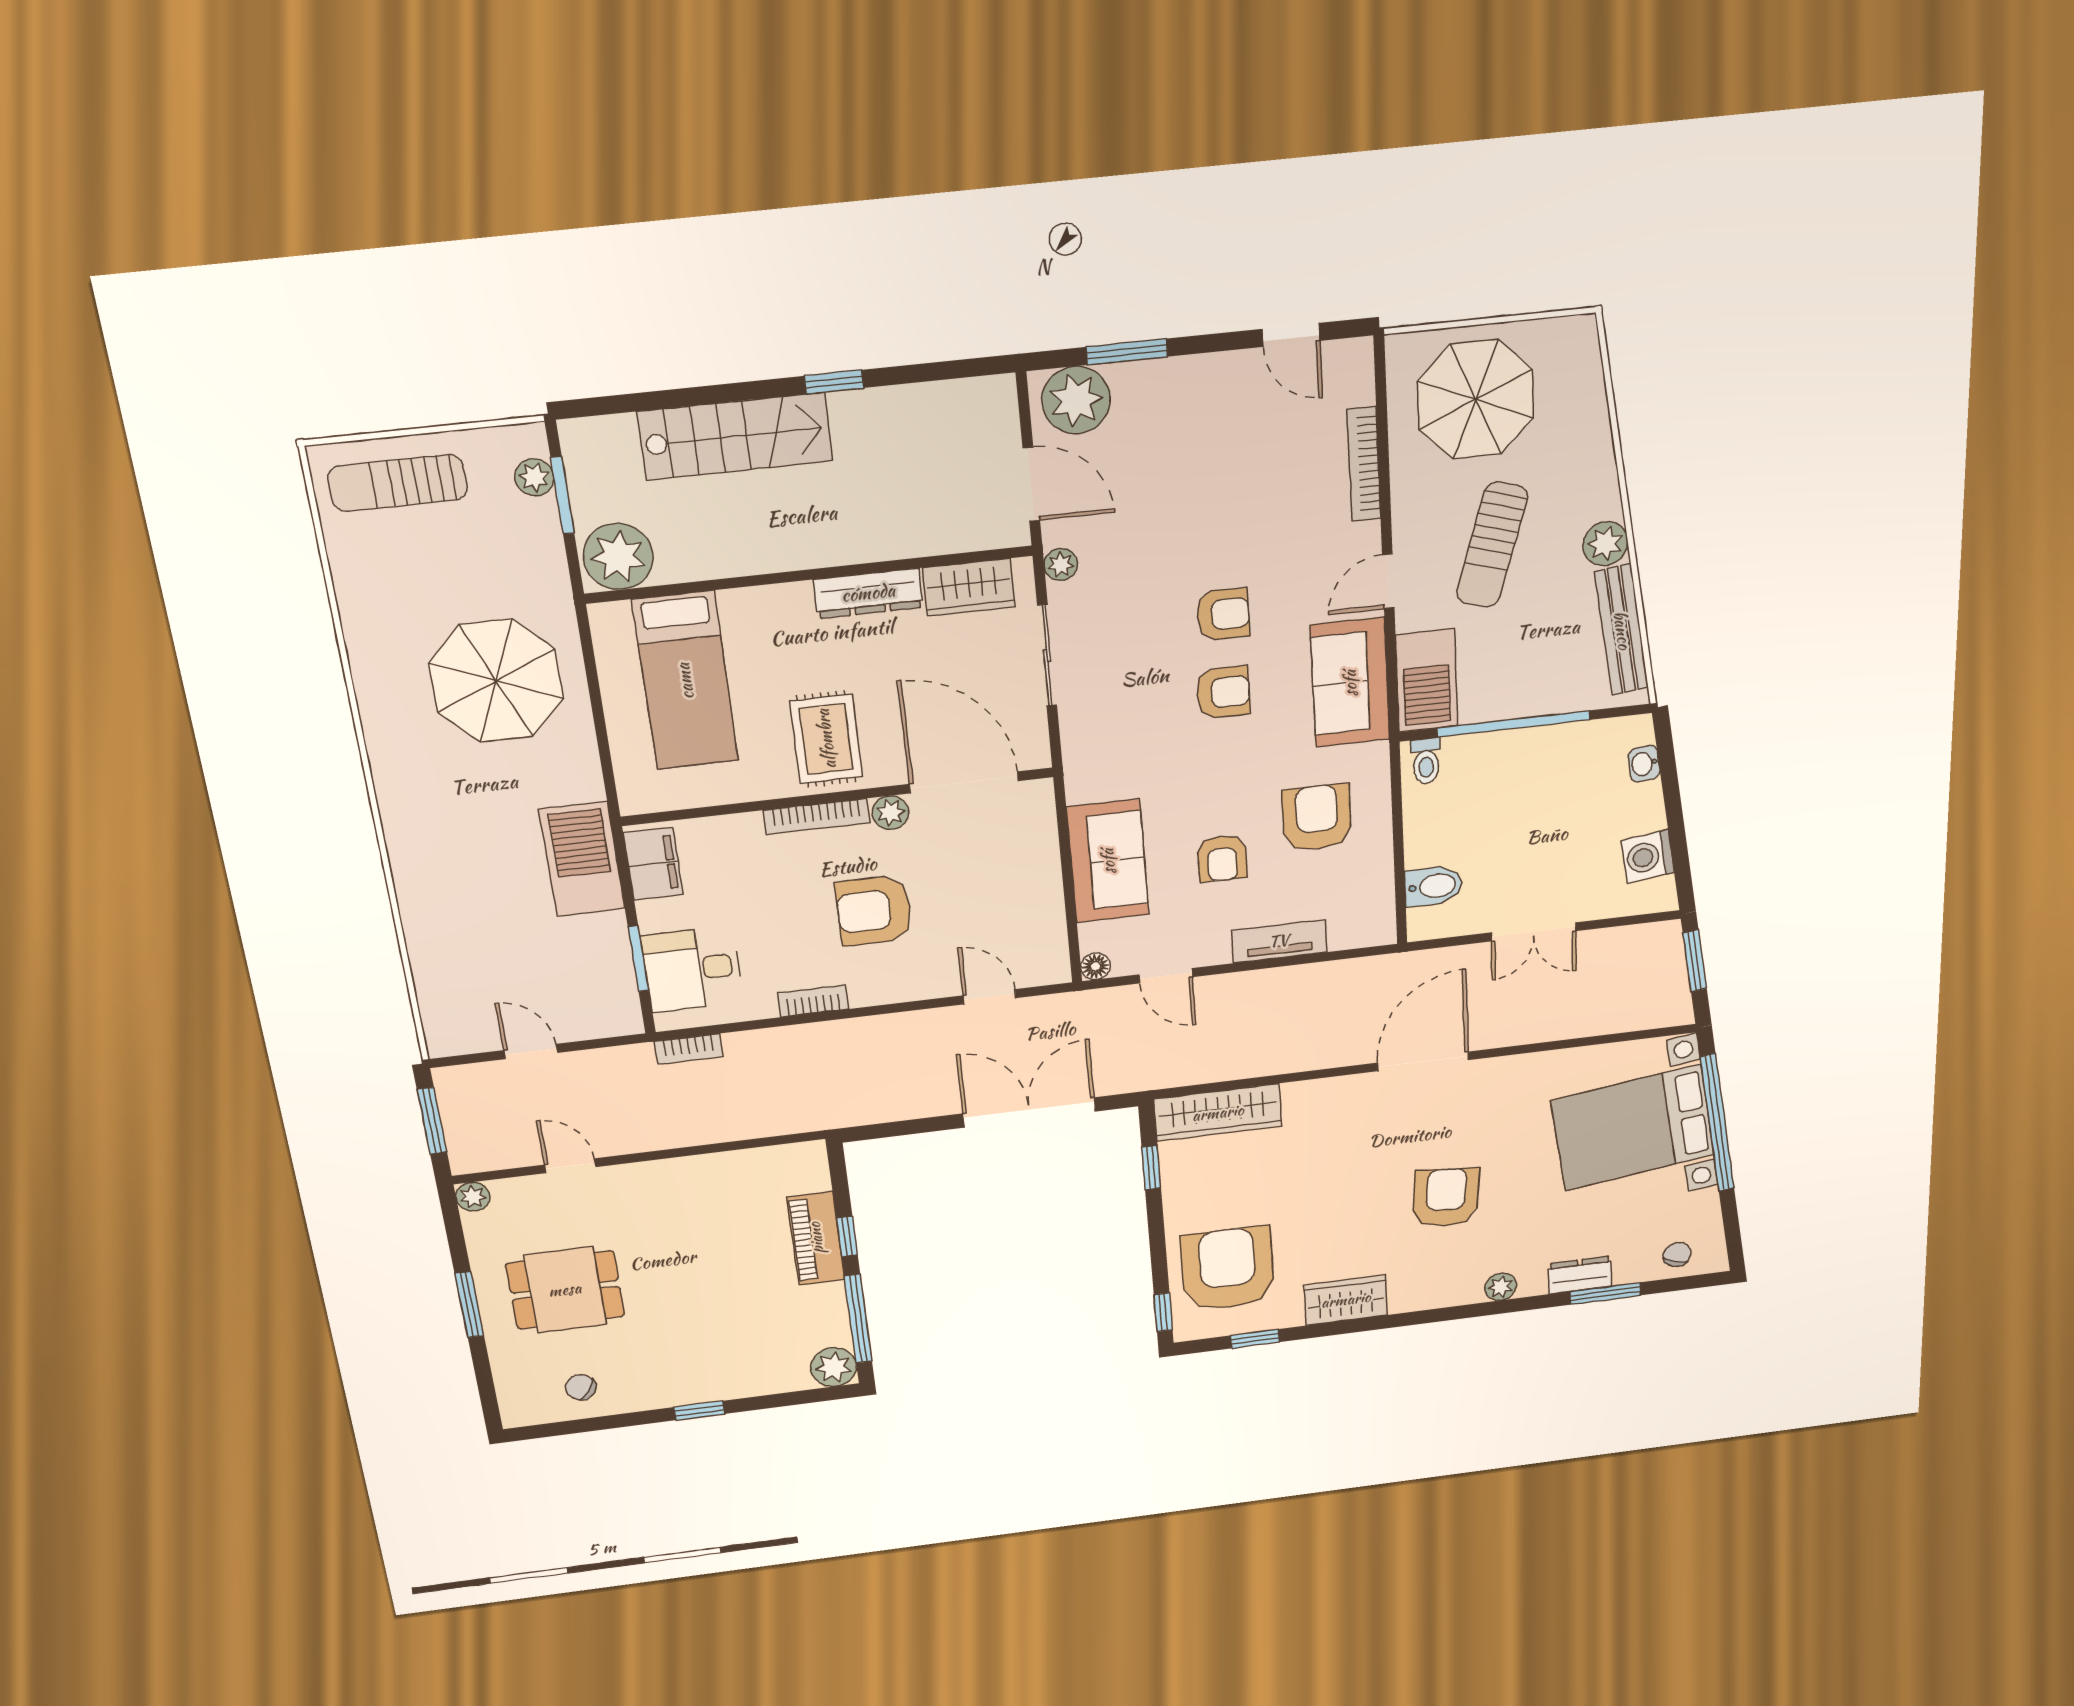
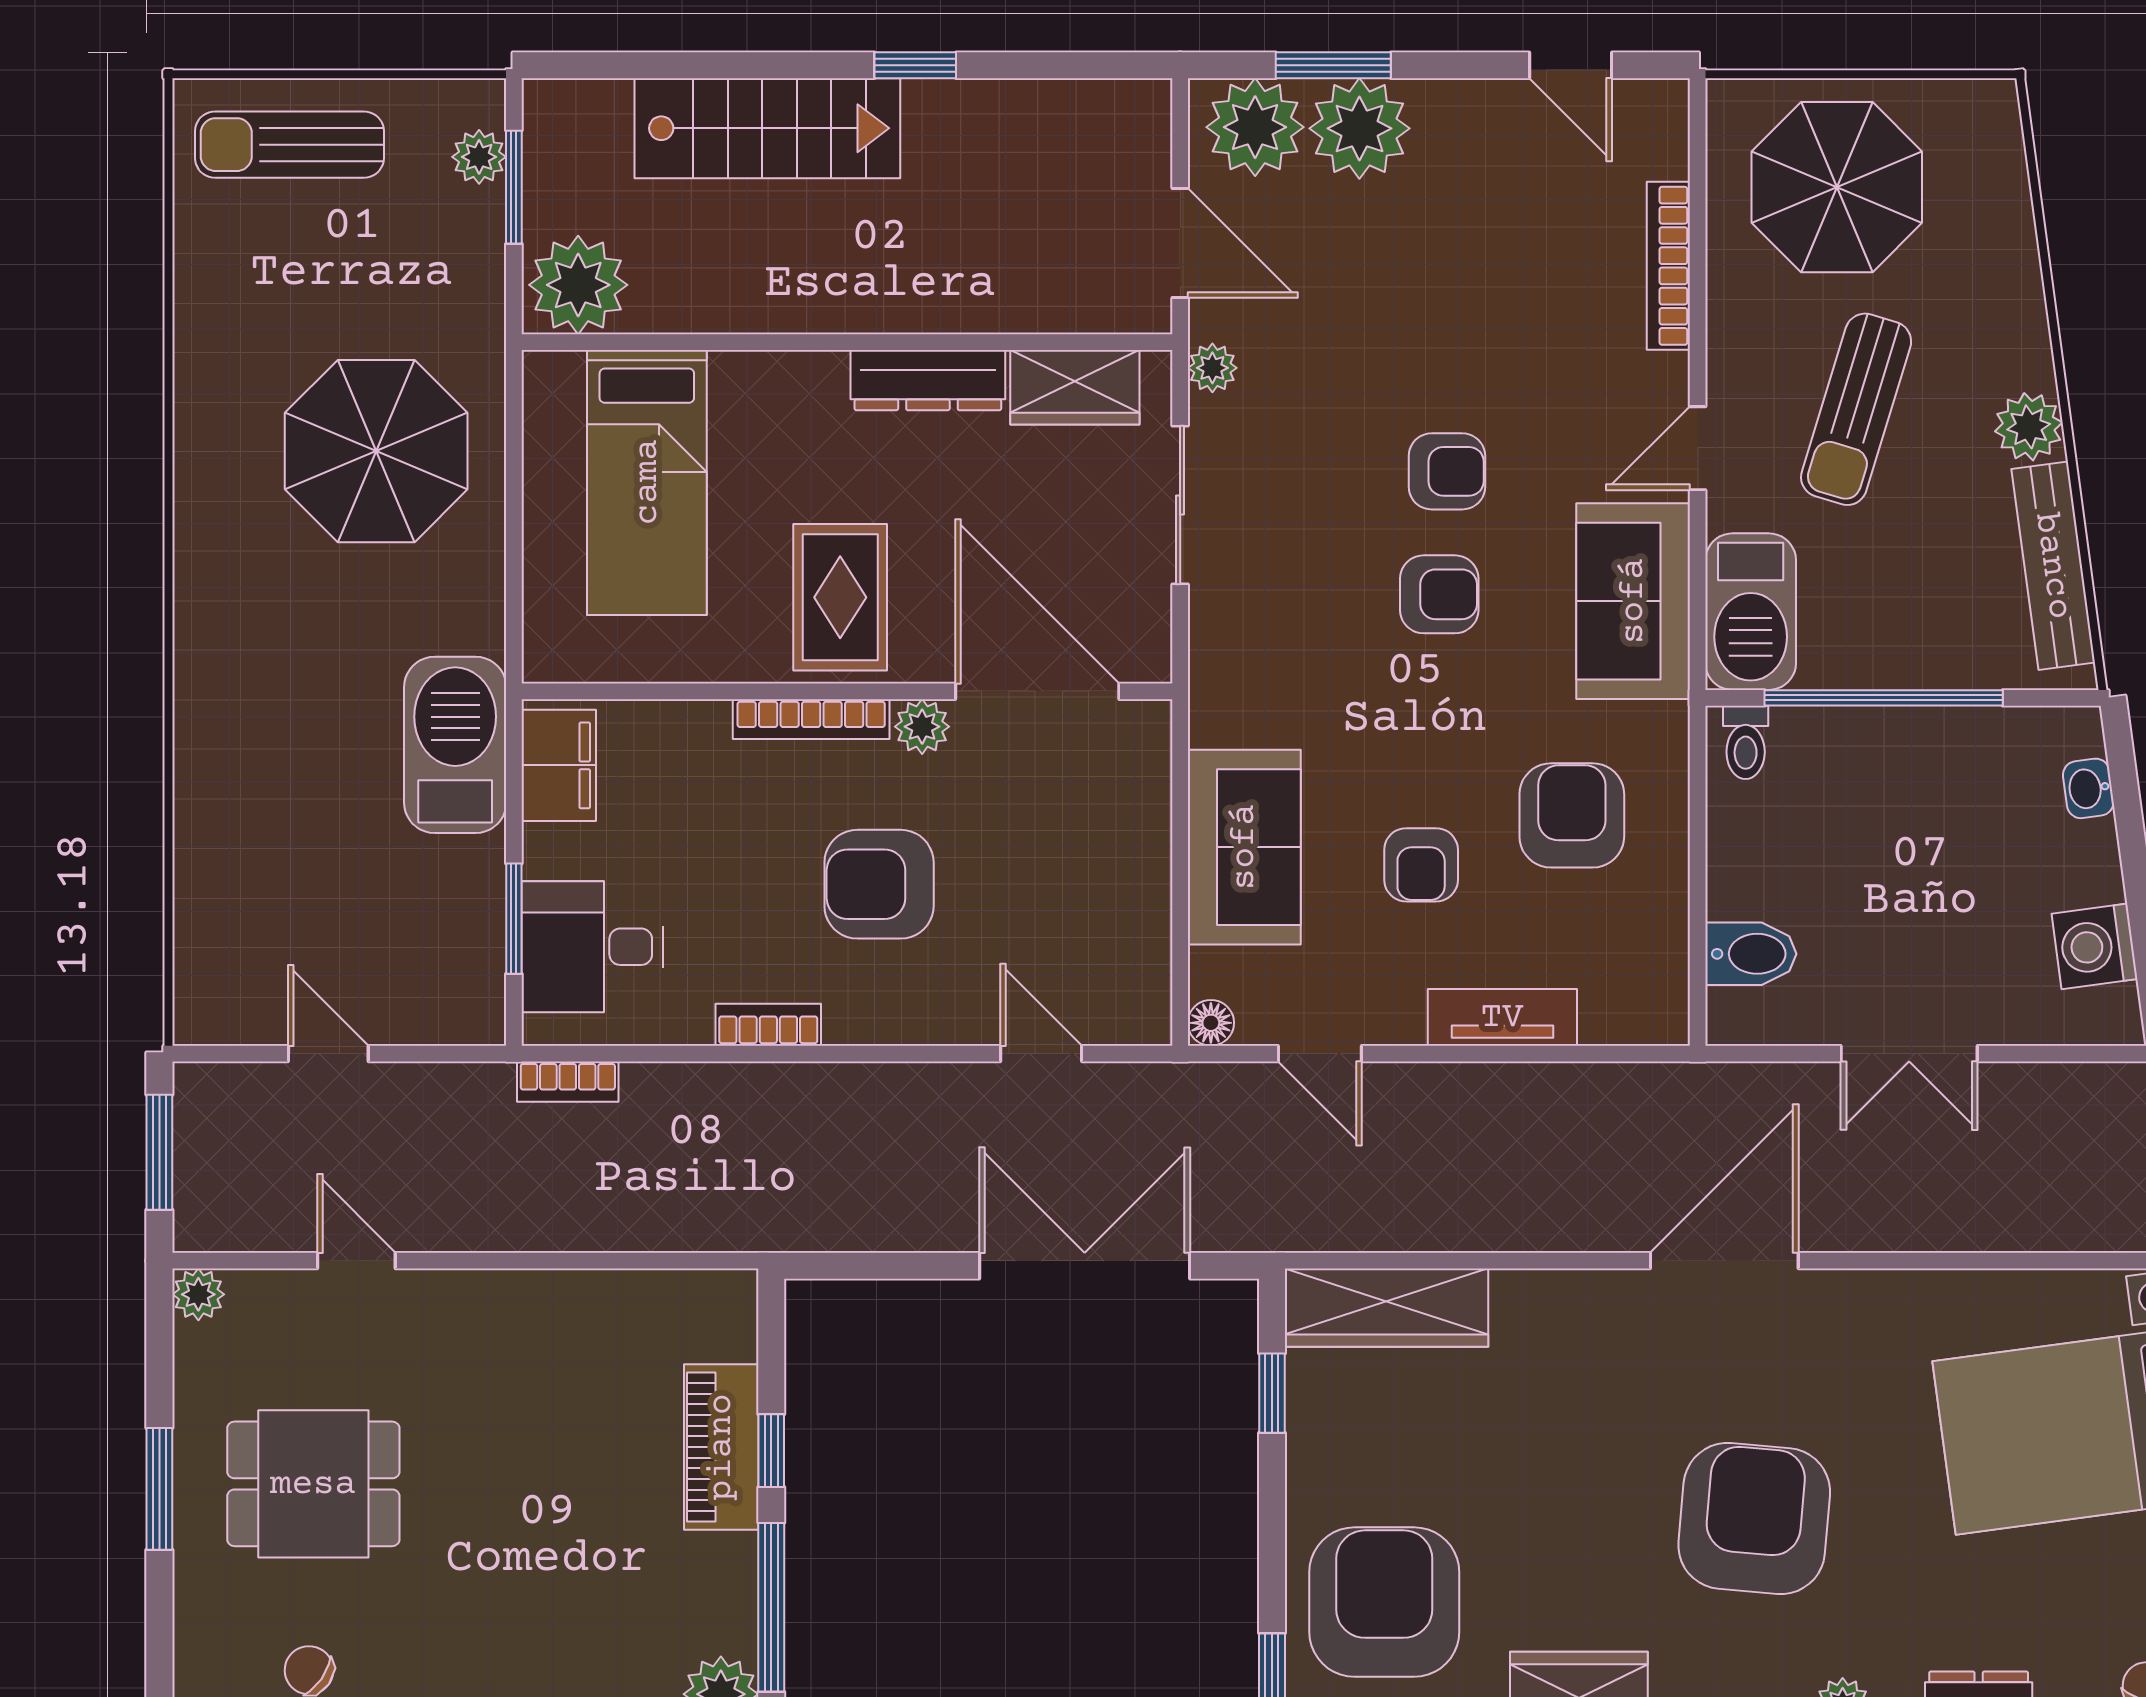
plant: (1148, 394) -> (1359, 128), added
armchair: (1446, 1198) -> (1754, 1519), width x1.36, depth x1.36

